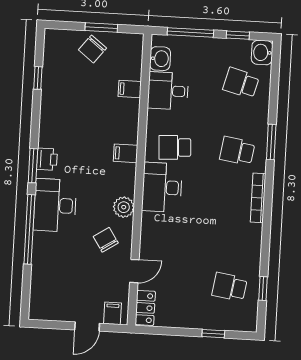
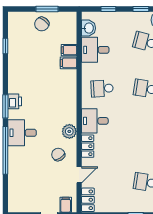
window: (190, 33) -> (108, 9), width x0.46
filing cabinet: (126, 153) -> (68, 63), moved
desk: (162, 187) -> (95, 121), width x0.73
desk: (55, 205) -> (22, 133), width x0.73
locker: (149, 230) -> (88, 146), added

